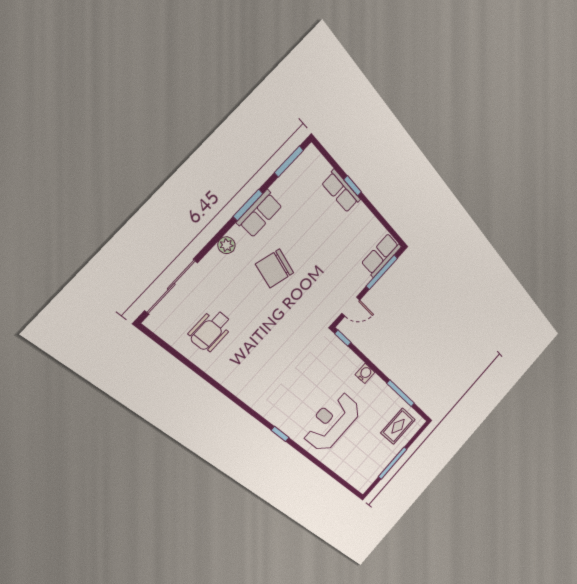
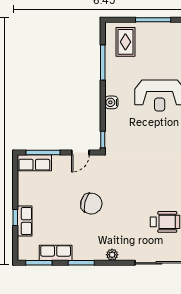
row of seats: (260, 214) -> (56, 253), moved
chair: (275, 268) -> (91, 204), moved
door: (351, 307) -> (80, 153), swing flipped
rug: (398, 426) -> (125, 42), turned 90

